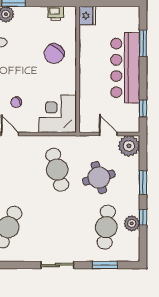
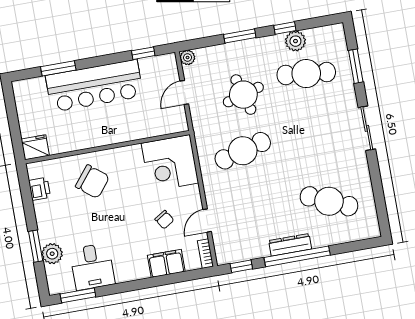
plant: (129, 146) -> (188, 57), width x0.53, depth x0.53

